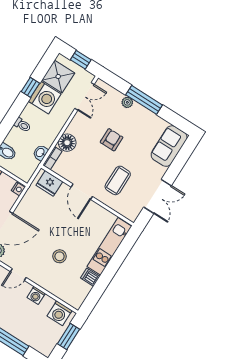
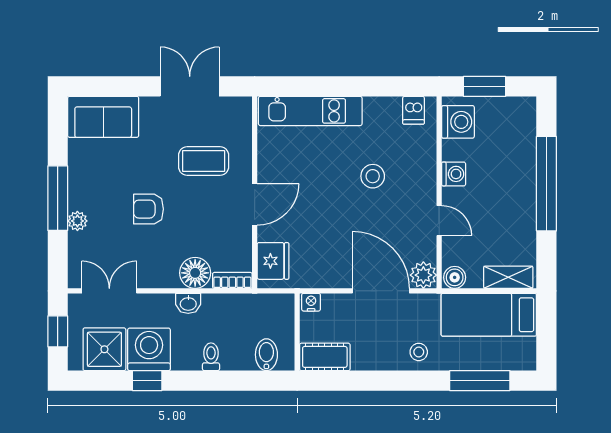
washbasin: (40, 153) -> (188, 303), moved
dishwasher: (90, 277) -> (414, 110), moved

